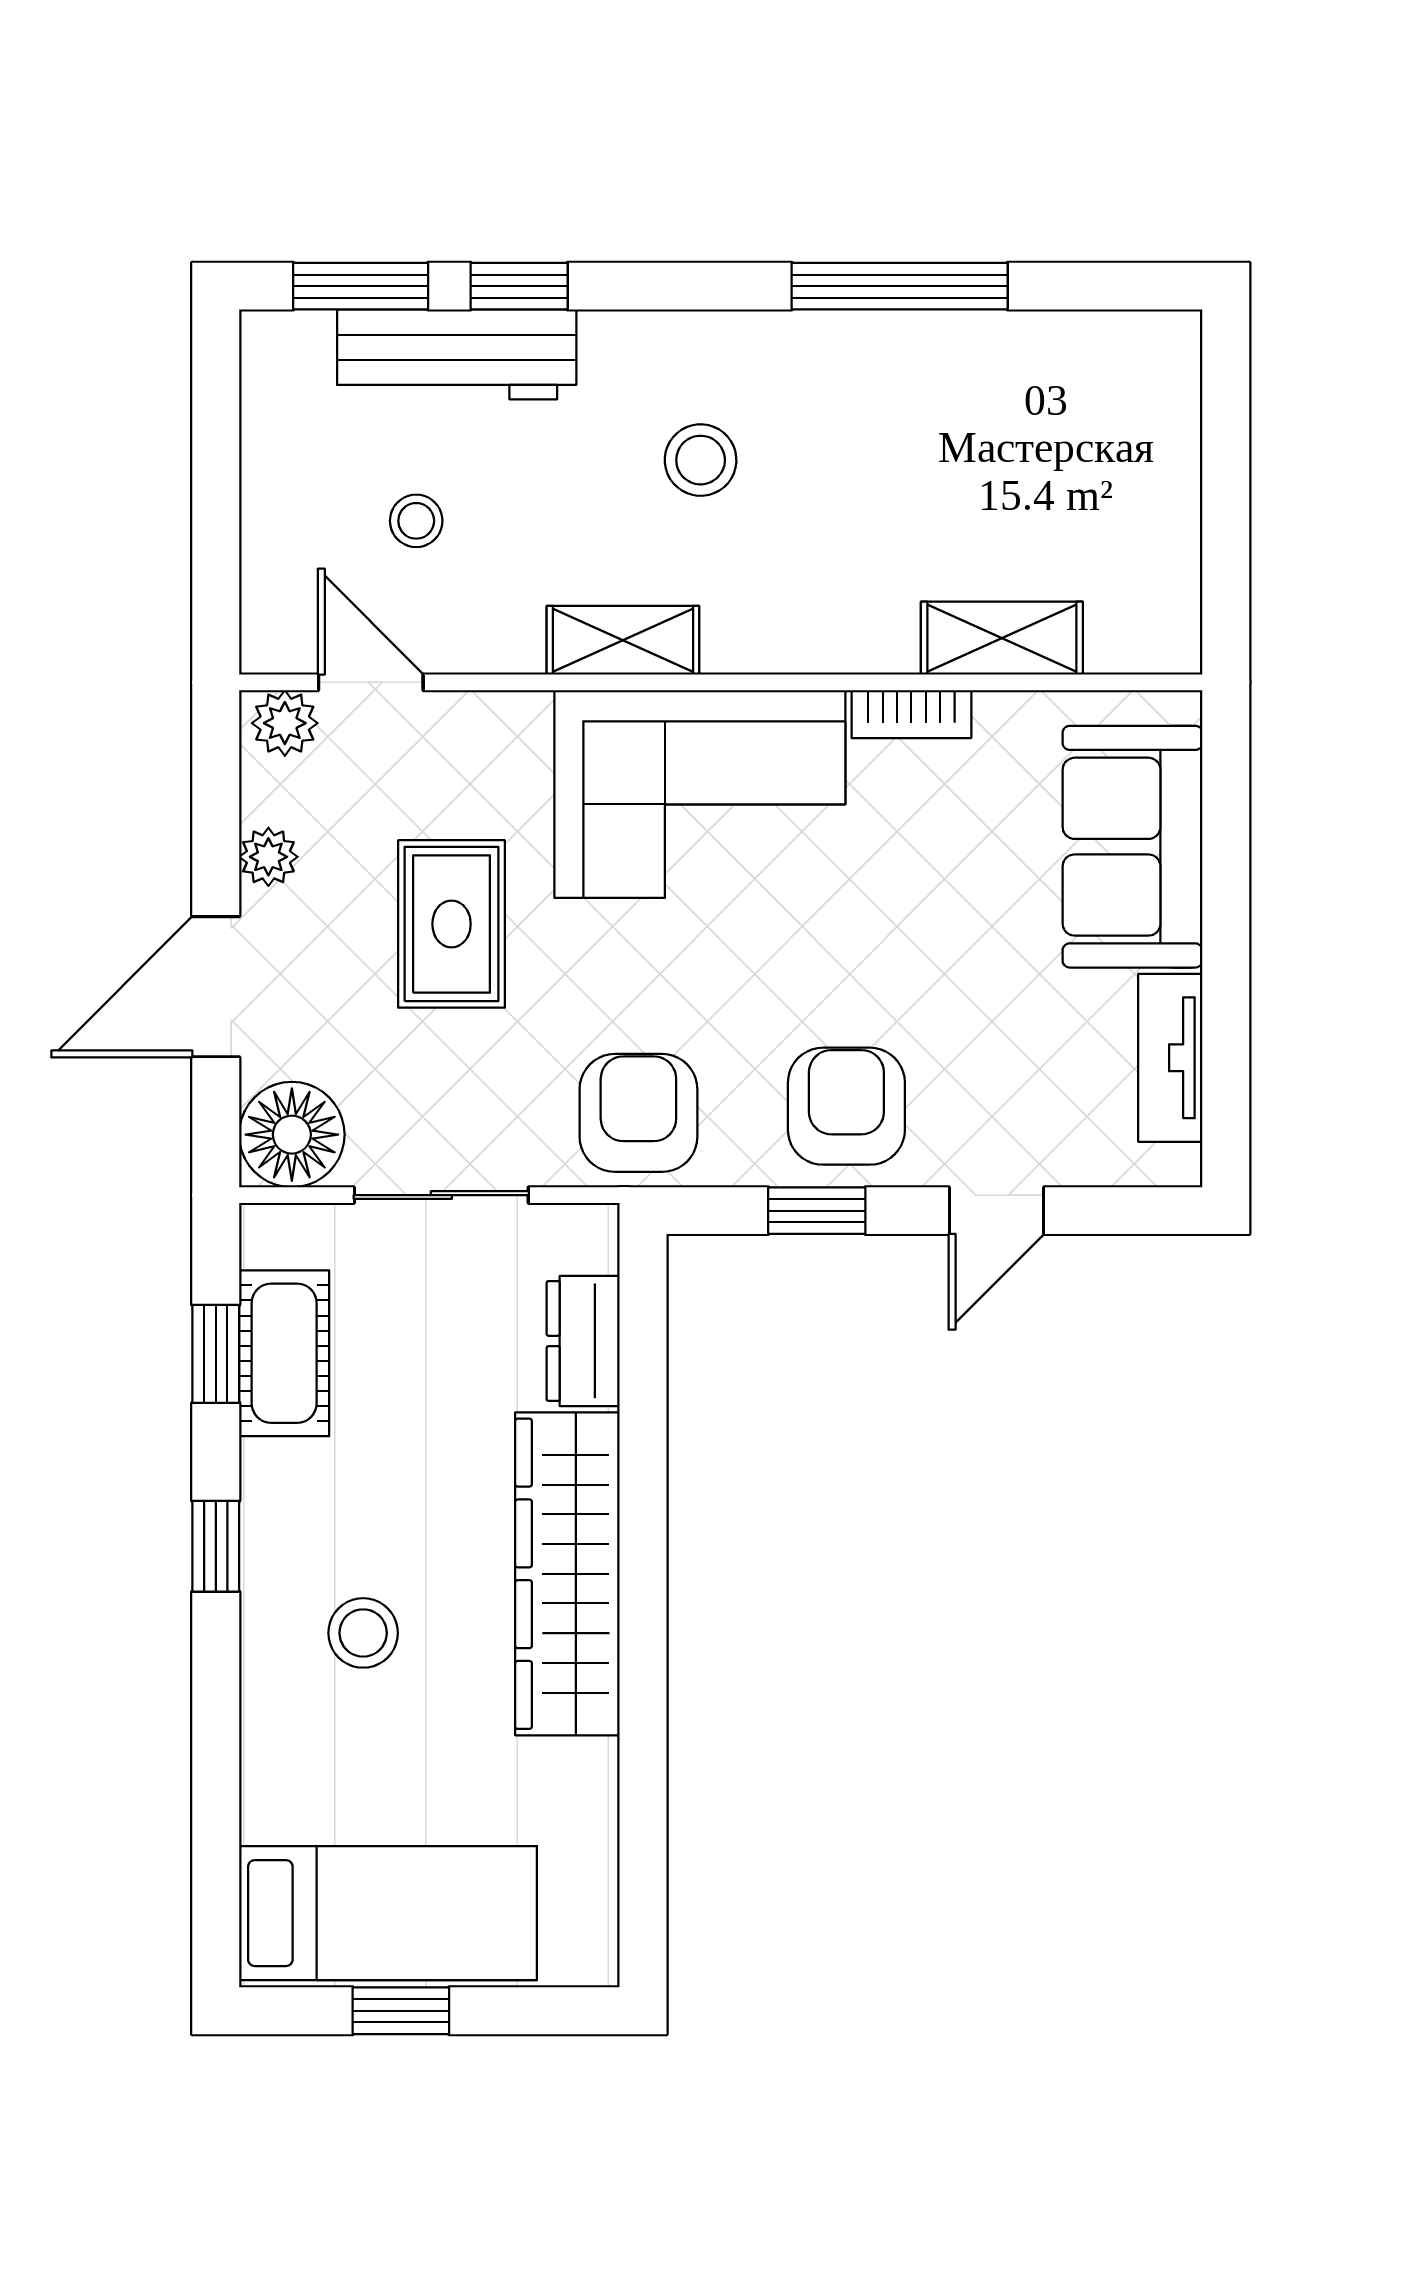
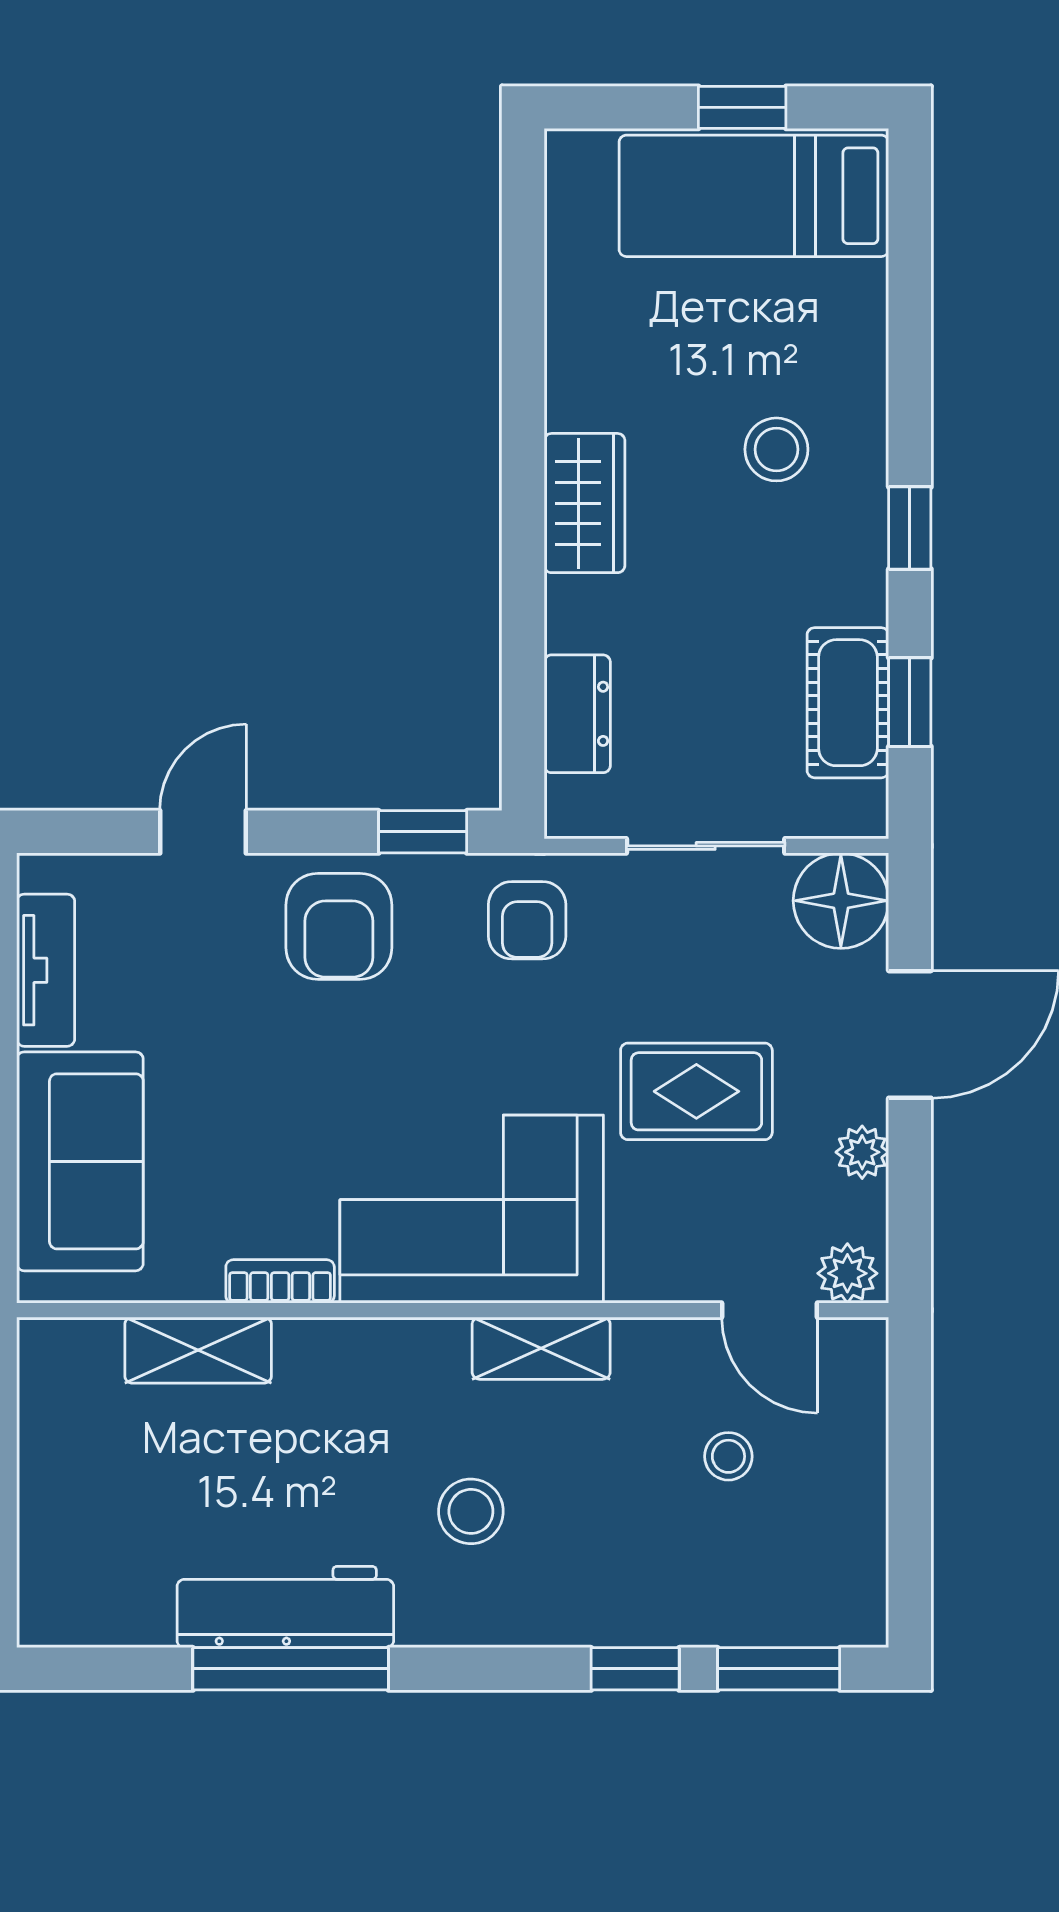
workbench: (457, 354) -> (285, 1607), moved
rug: (452, 924) -> (696, 1091), turned 90
armchair: (638, 1113) -> (527, 920), width x0.72, depth x0.72
window: (817, 1211) -> (423, 832), moved
wardrobe: (567, 1574) -> (584, 503), width x0.48, depth x0.85

